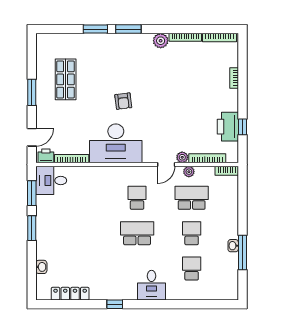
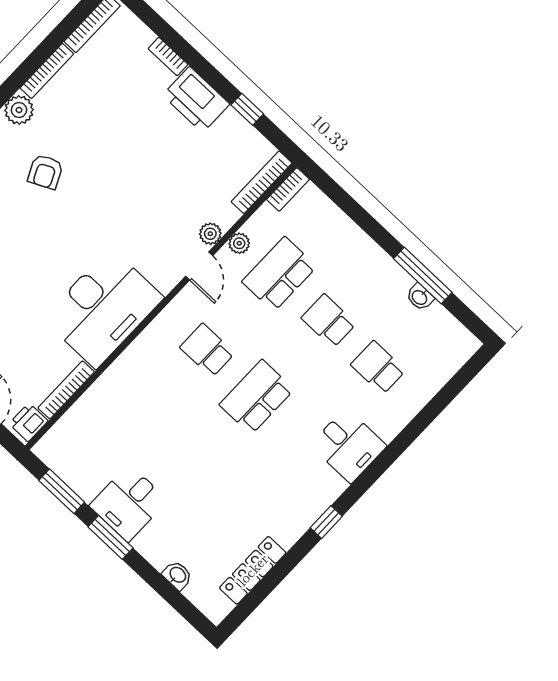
armchair: (123, 101) -> (45, 172), moved, turned 71
printer: (228, 127) -> (196, 100), moved
bookcase: (207, 158) -> (262, 182), moved
desk: (51, 180) -> (129, 503), moved
washbasin: (233, 246) -> (420, 297), moved

